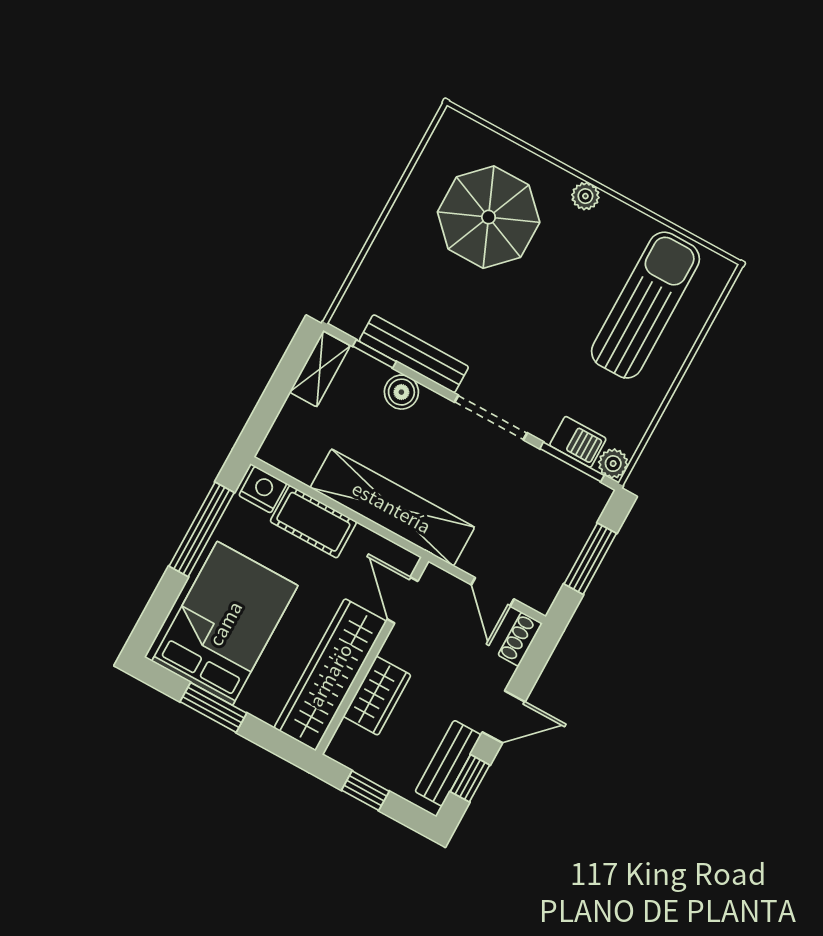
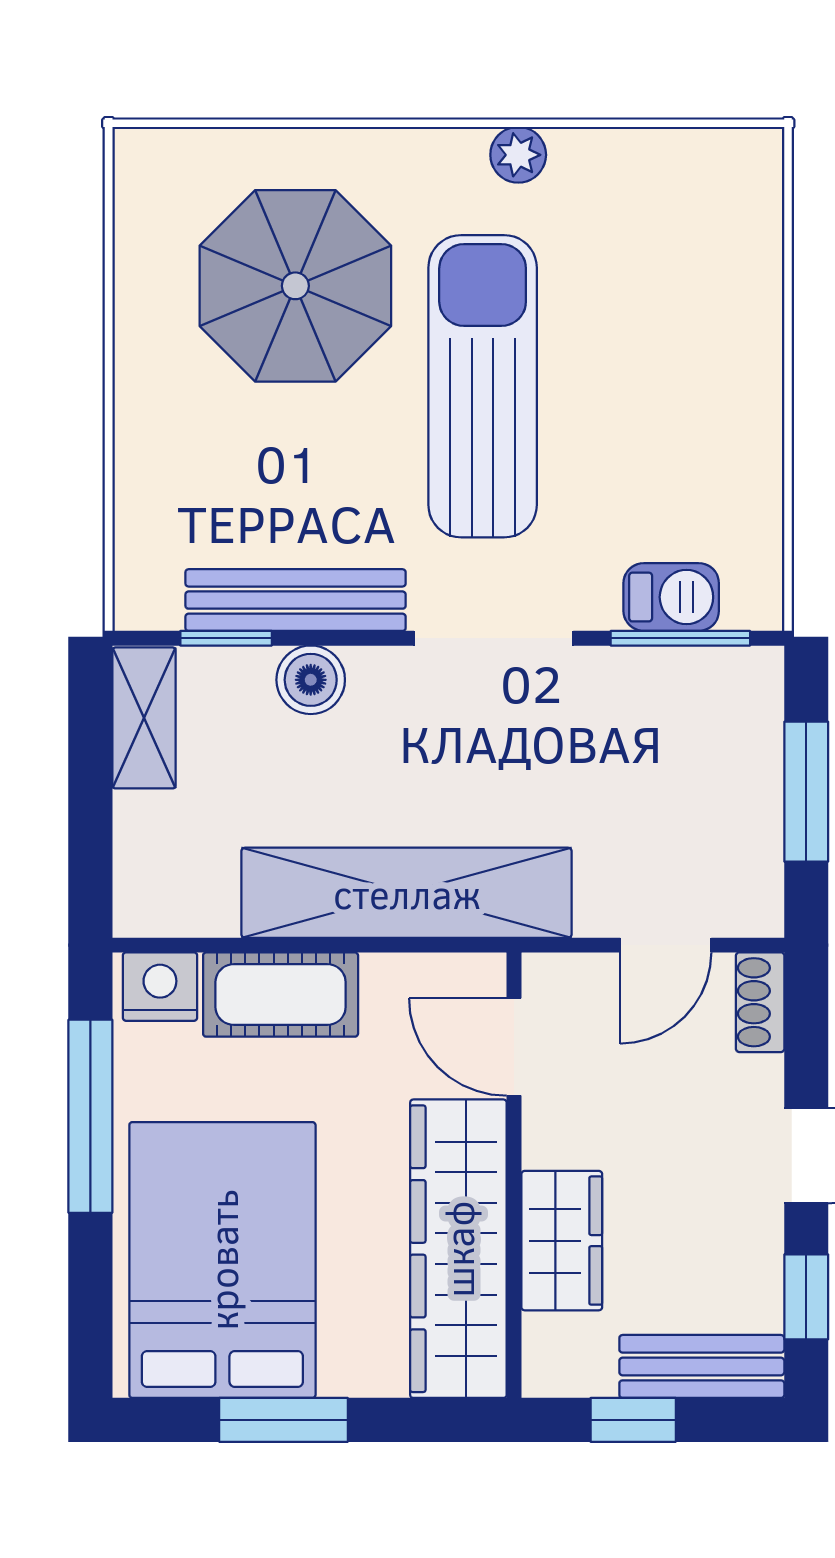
plant: (585, 196) -> (518, 155), moved
sun lounger: (645, 305) -> (483, 386), moved
plant: (613, 464) -> (755, 601), removed
door: (493, 592) -> (666, 945), hinge flipped
bench: (448, 763) -> (702, 1366), moved, turned 90

